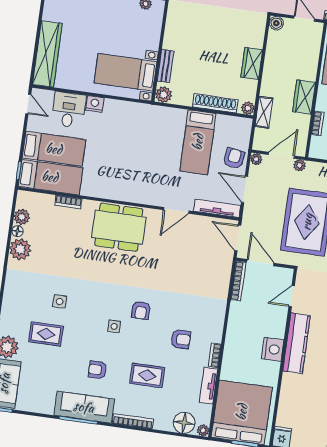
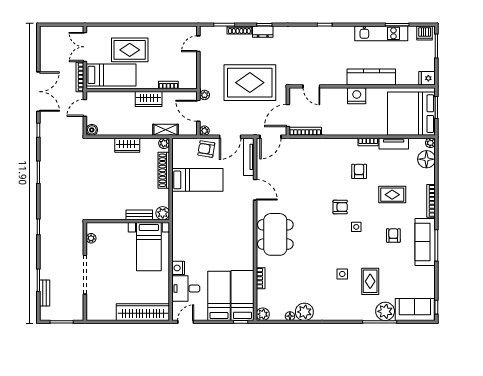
plant: (22, 217) -> (263, 314), moved
kitchen counter: (297, 343) -> (371, 77), moved
armchair: (97, 370) -> (393, 235), turned 180
rug: (147, 375) -> (392, 195), turned 90

